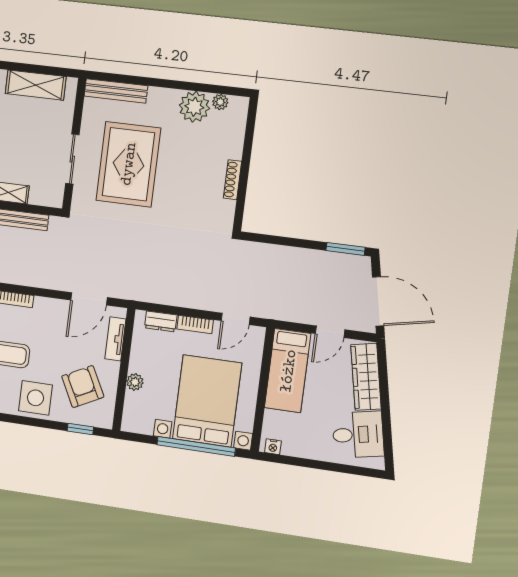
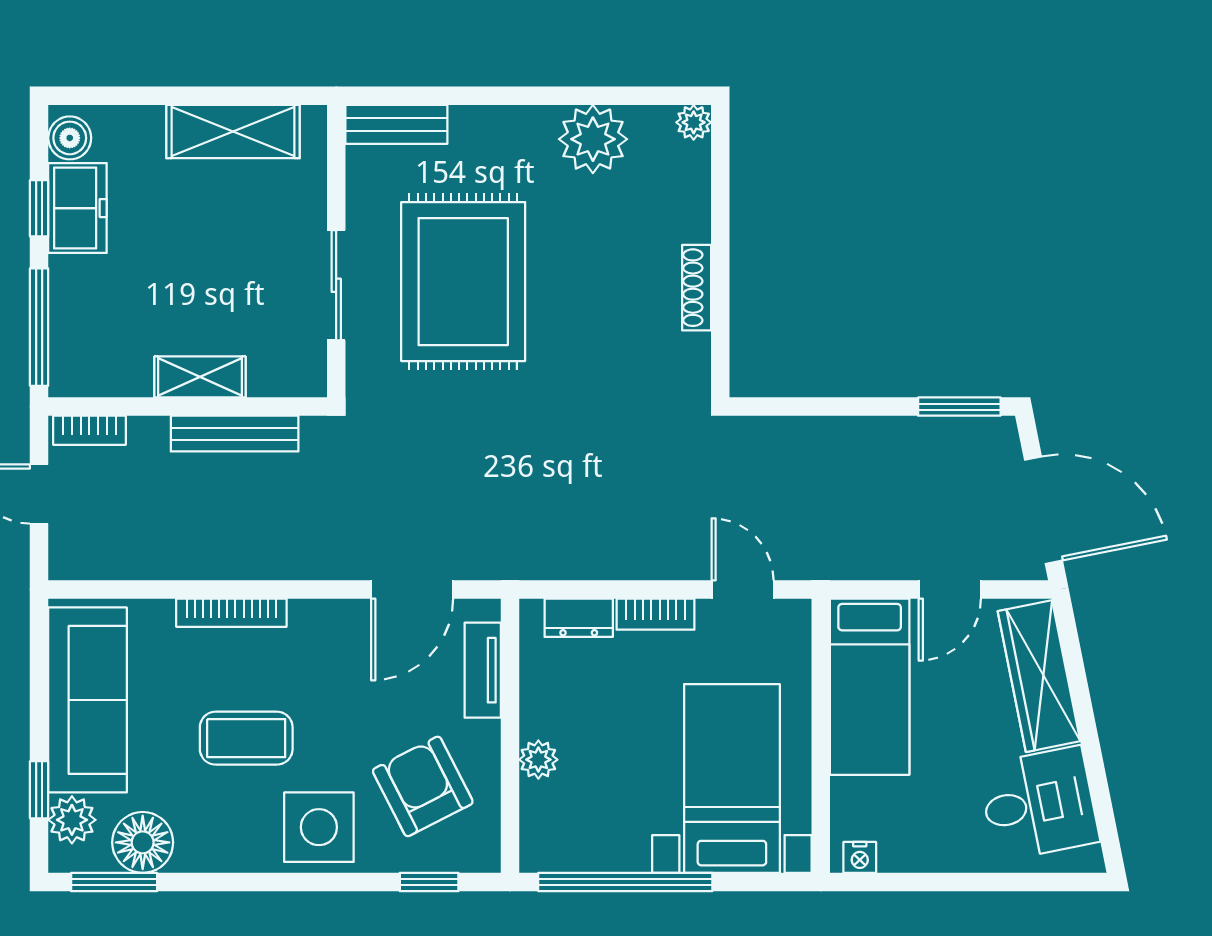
bench: (116, 91) -> (396, 124), width x0.73
plant: (220, 102) -> (694, 122), moved
door: (236, 319) -> (743, 589), swing flipped
bed with nightstands: (207, 401) -> (732, 778), width x0.73
window: (196, 446) -> (625, 882), moved

